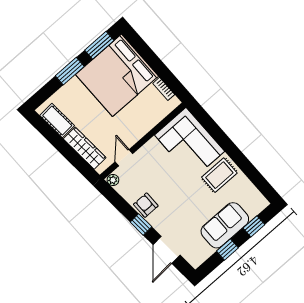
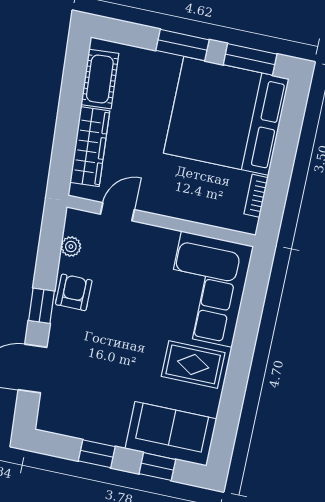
plant: (113, 180) -> (71, 247), moved
sofa: (225, 225) -> (171, 434), moved

